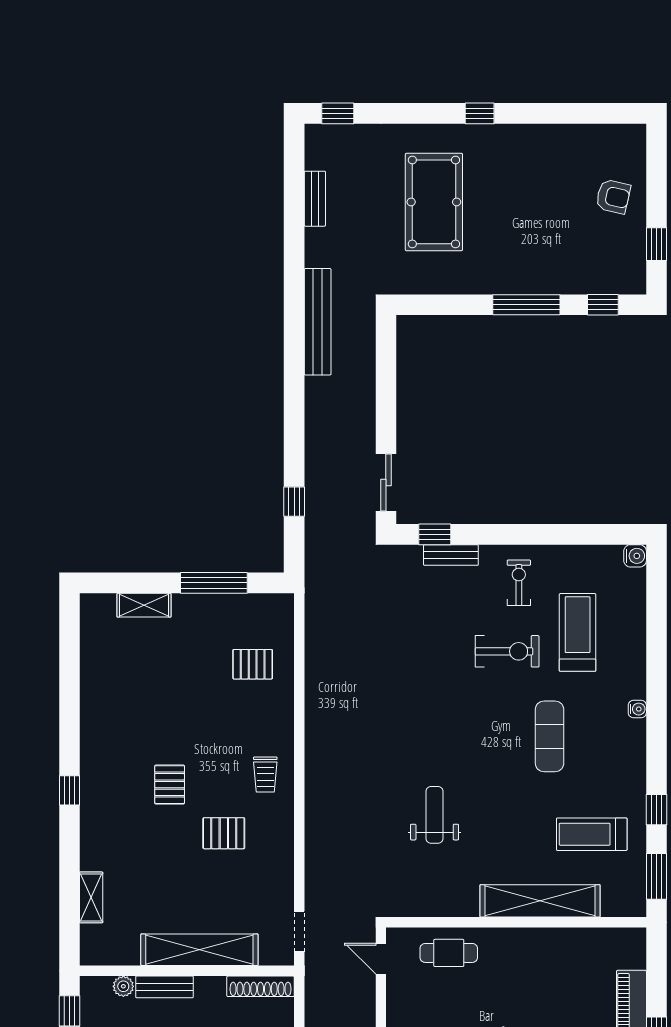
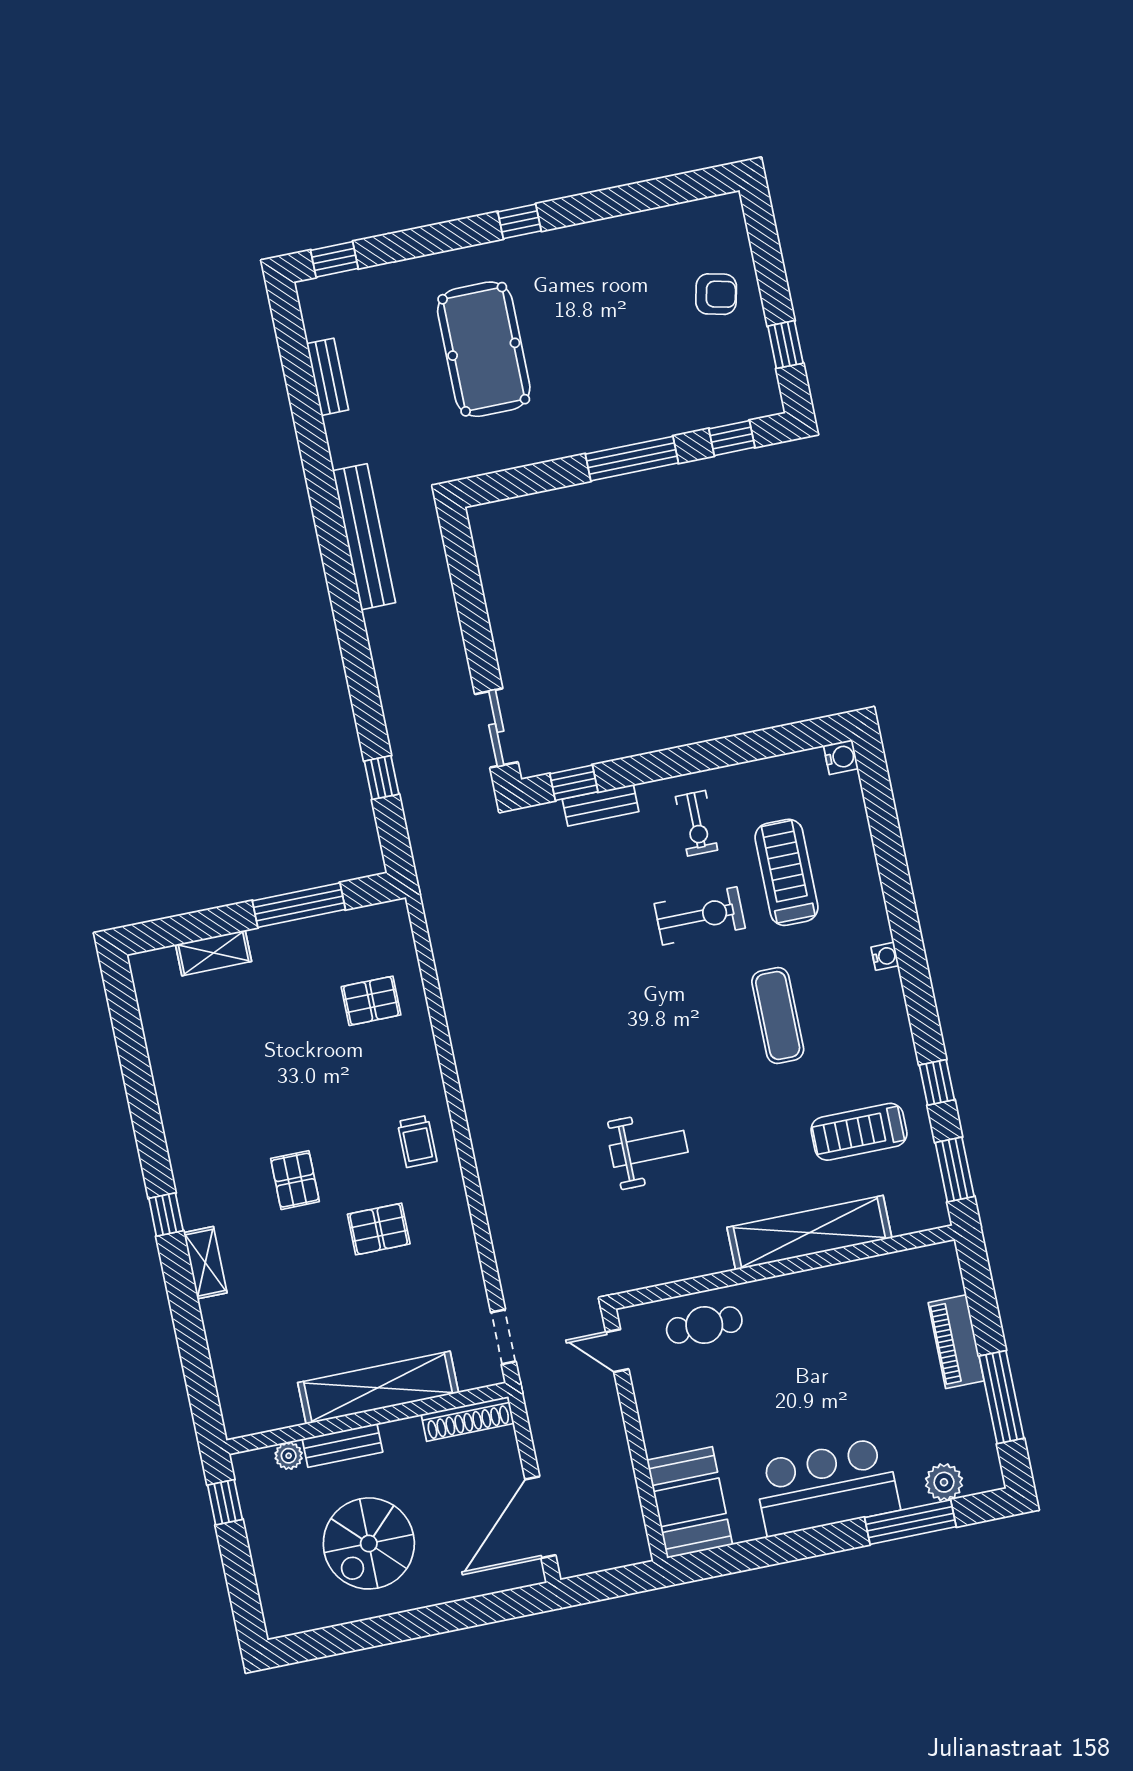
exercise bike: (519, 583) -> (697, 823), turned 180
weight bench: (435, 815) -> (649, 1149), turned 90
shelving: (91, 897) -> (205, 1263), moved

